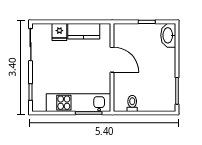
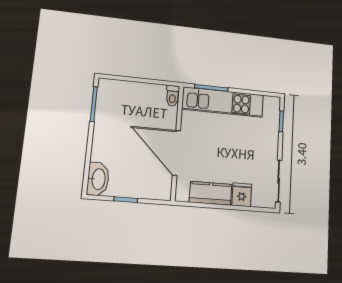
door: (112, 60) -> (176, 153), width x1.36
toilet: (132, 104) -> (173, 96), moved

